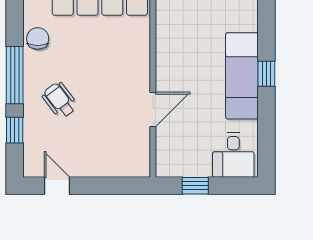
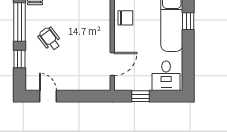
chair: (173, 69) -> (125, 18), added
door: (153, 110) -> (112, 64), moved

